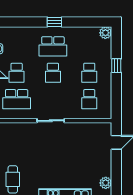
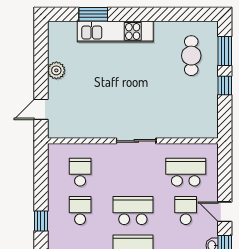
school desk: (53, 73) -> (133, 211), width x1.85
plant: (106, 183) -> (56, 70), moved

